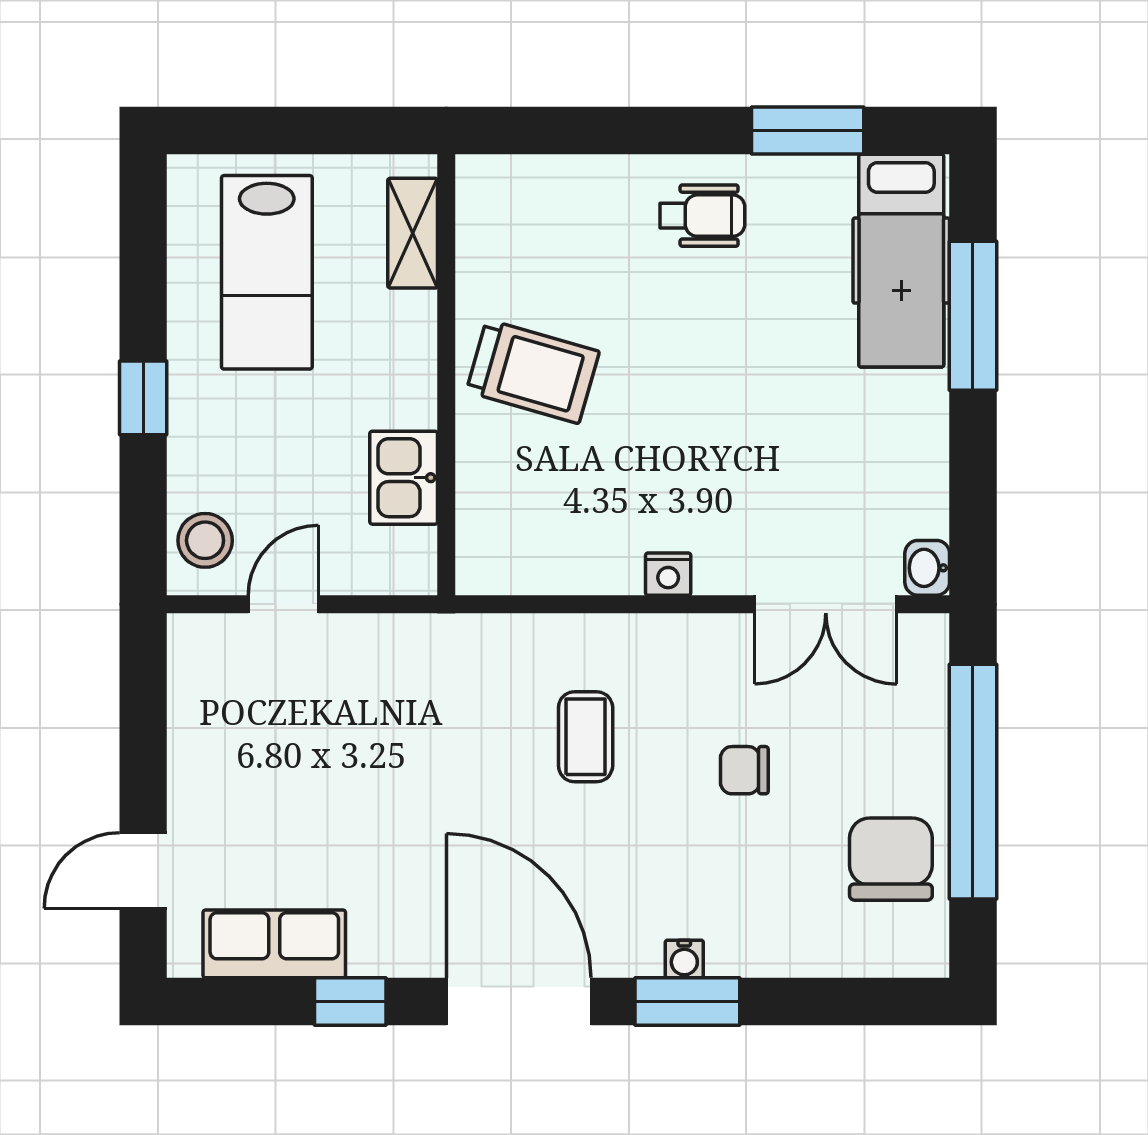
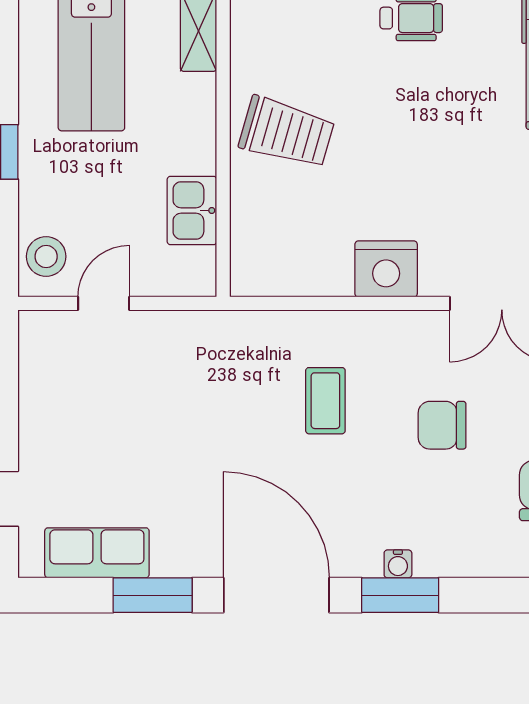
nightstand: (668, 574) -> (386, 269), width x1.89, depth x1.79
chair: (744, 770) -> (442, 425), width x1.37, depth x1.37
window: (350, 1001) -> (153, 595), width x1.50

